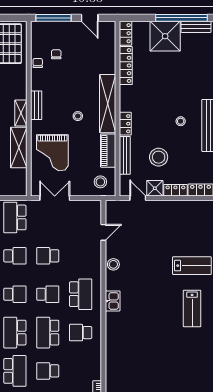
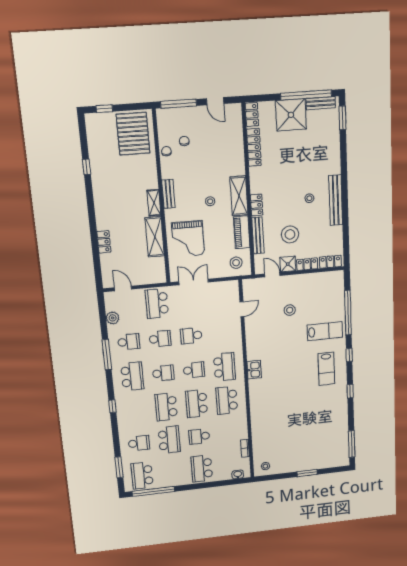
shelving: (108, 104) -> (239, 196), width x0.68
stool: (113, 264) -> (290, 310), moved
school desk: (81, 333) -> (227, 400), width x1.85

